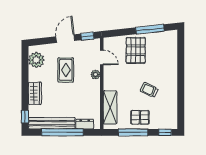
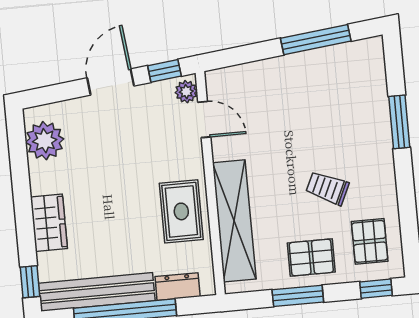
pallet: (136, 50) -> (370, 241), moved, width x0.67, depth x0.71
window: (181, 66) -> (399, 122), added
rug: (66, 70) -> (181, 211), moved
plant: (96, 75) -> (186, 92), moved
shelving: (110, 107) -> (234, 221), width x1.47
window: (133, 132) -> (298, 296), width x0.69

